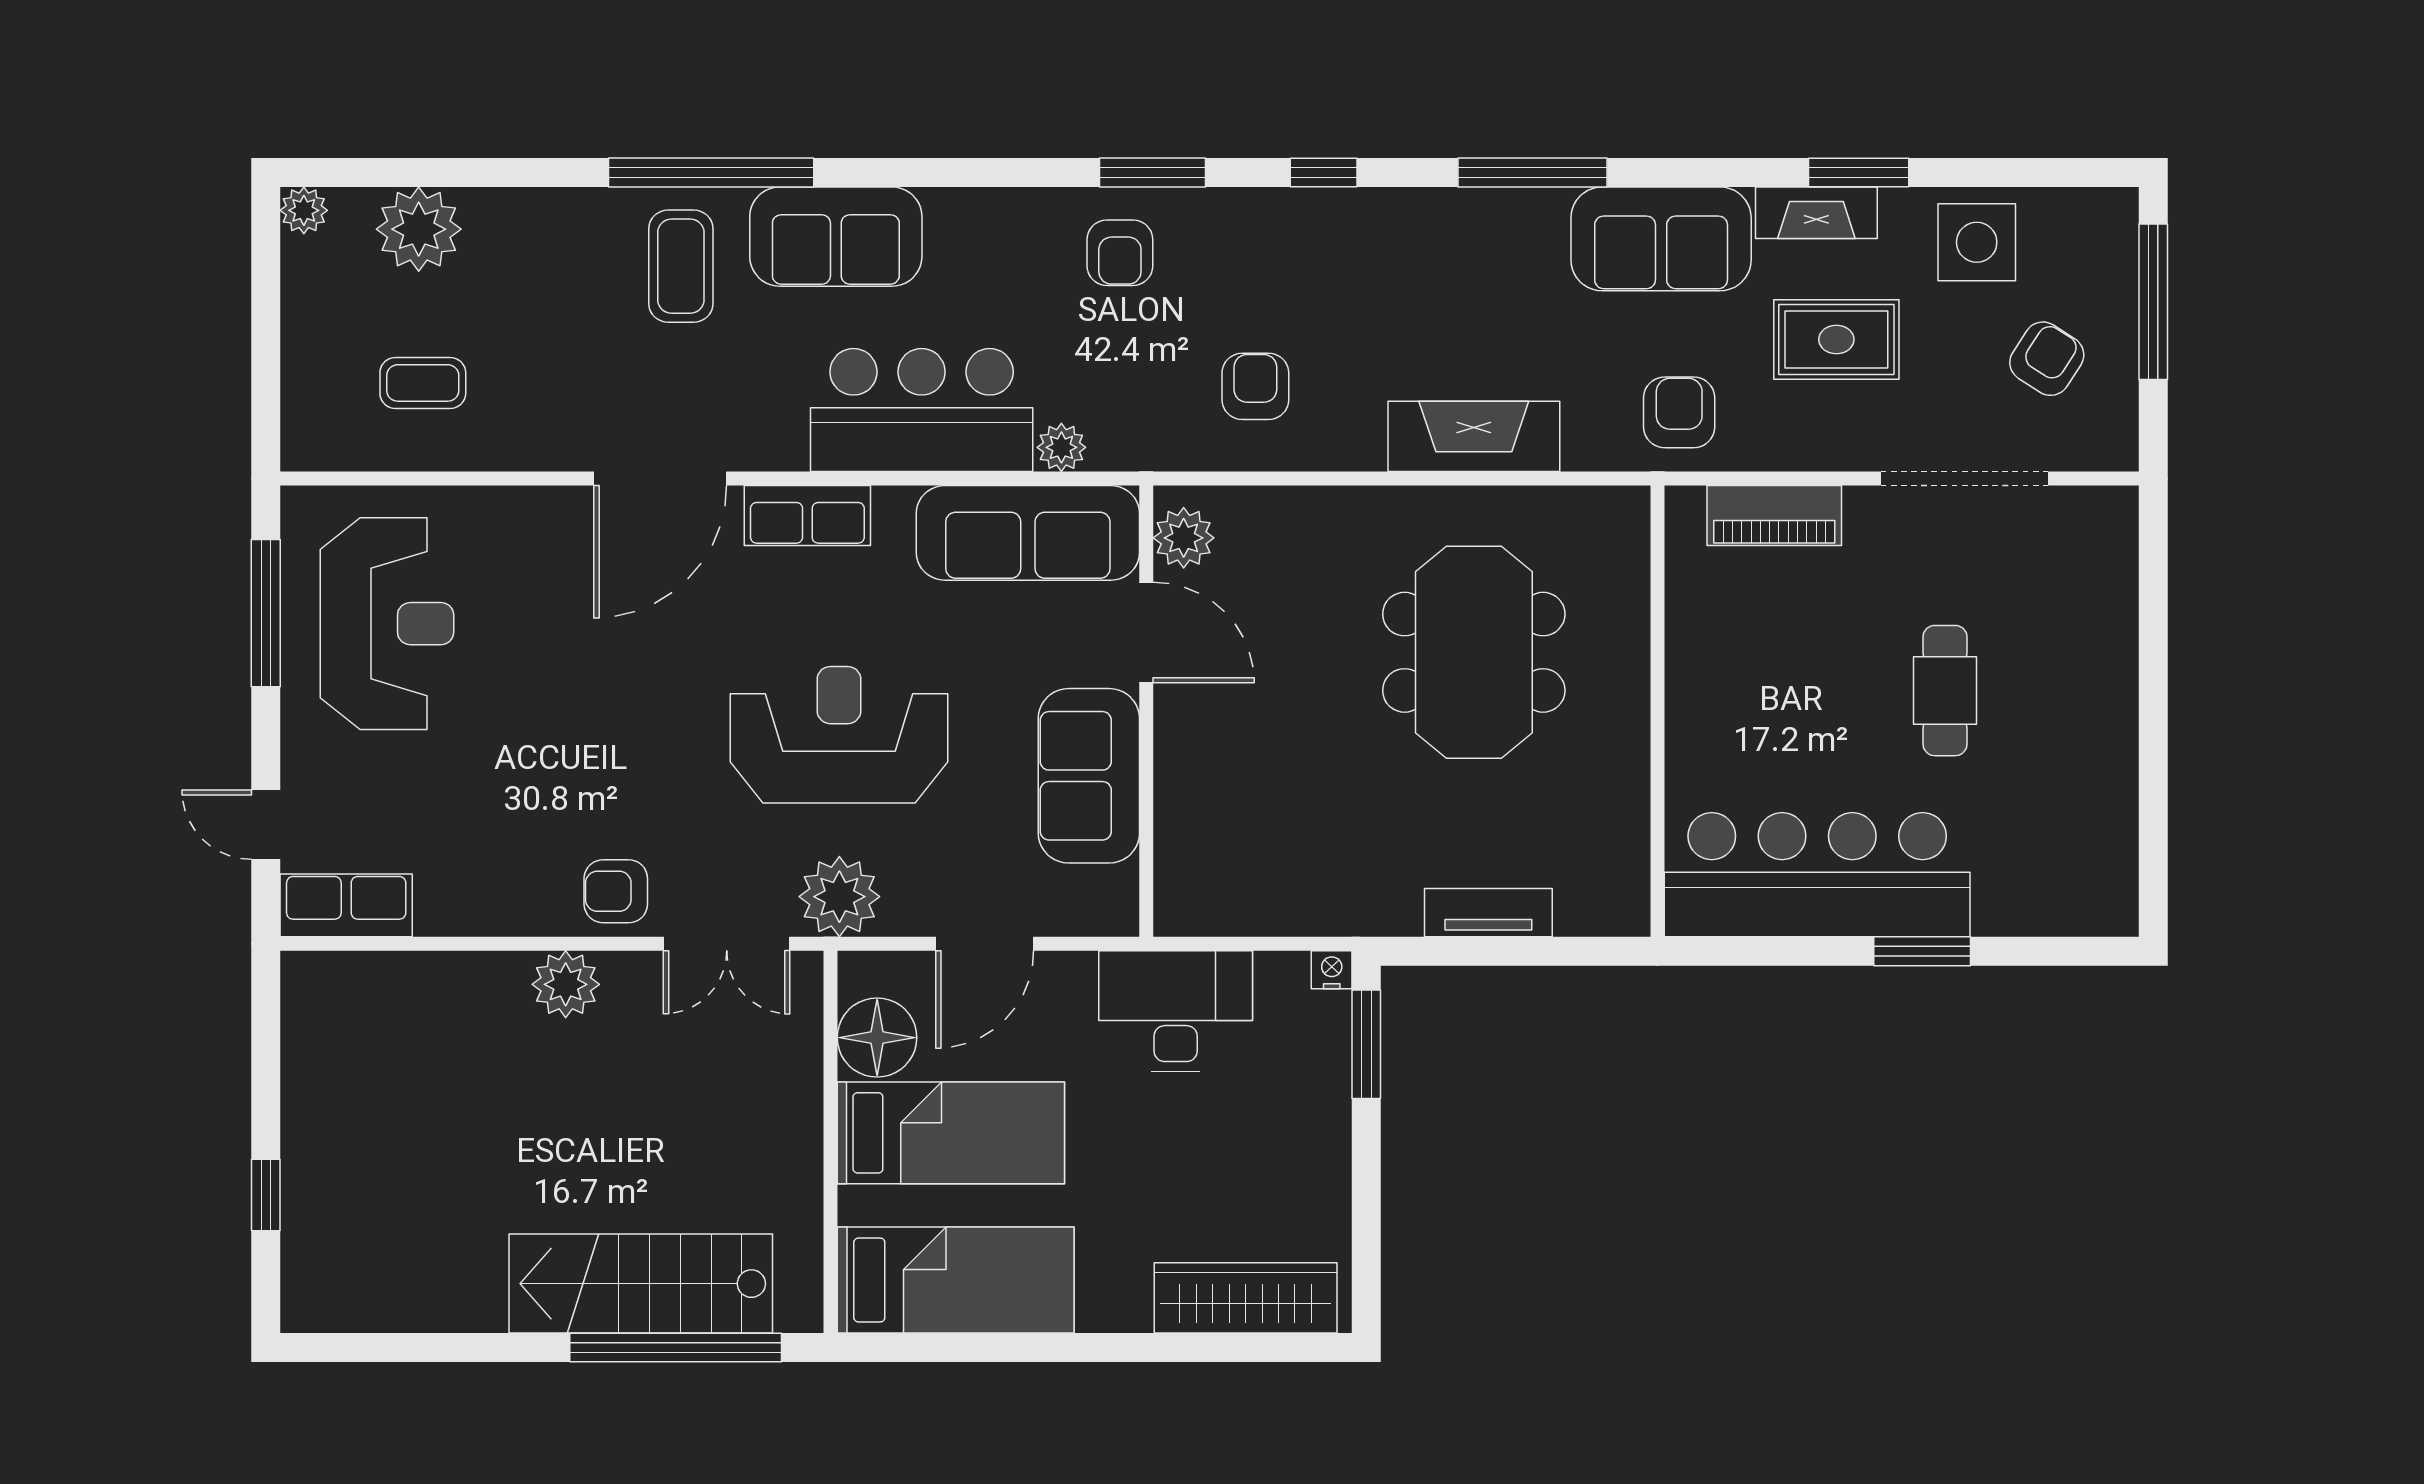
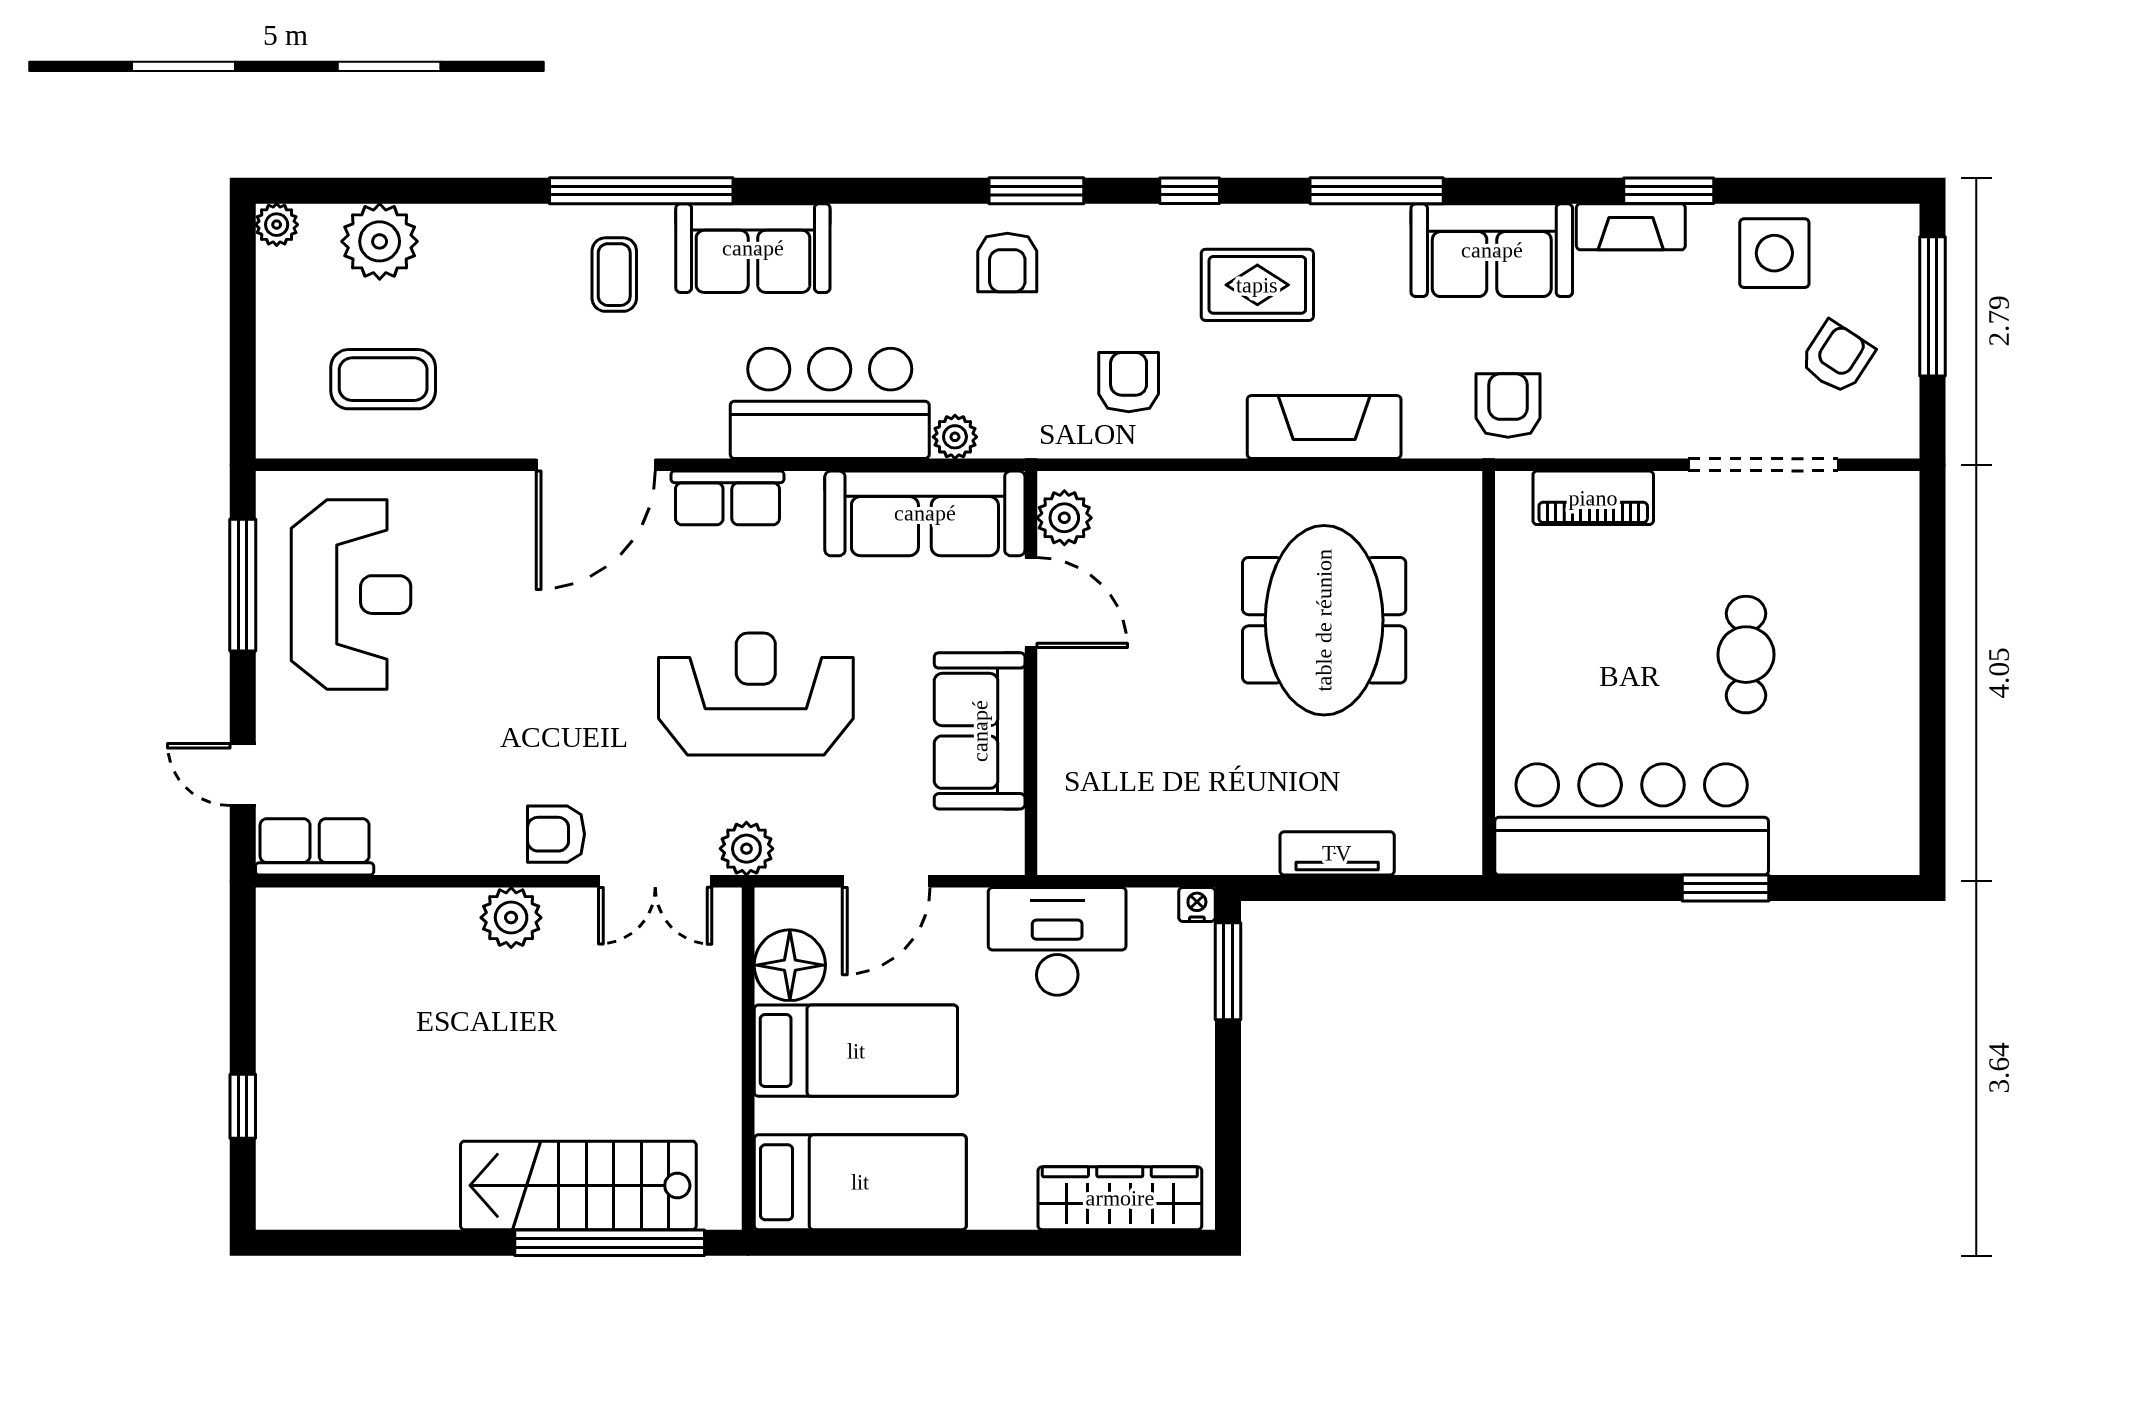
coffee table: (681, 266) -> (614, 275), width x0.73, depth x0.77
rug: (1836, 339) -> (1257, 285), moved
coffee table: (423, 383) -> (383, 379), width x1.36, depth x1.30
plant: (839, 897) -> (746, 849), width x0.73, depth x0.73

